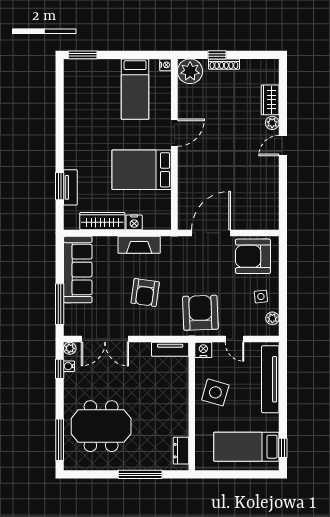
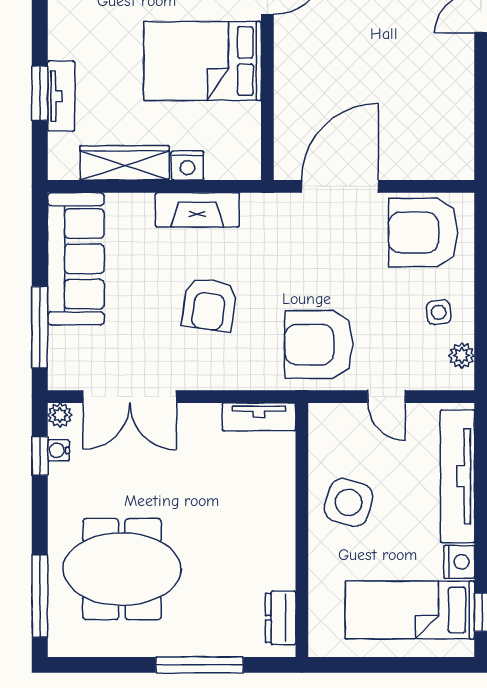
armchair: (200, 313) -> (319, 344), turned -88
nightstand: (203, 350) -> (459, 562), moved, turned 90

